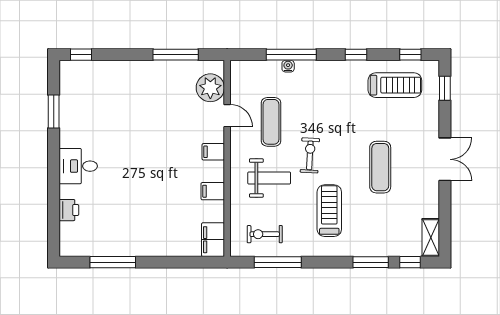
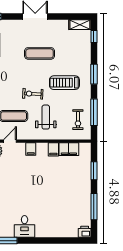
desk: (78, 166) -> (25, 226), moved
printer: (69, 210) -> (85, 232), moved
filing cabinet: (213, 240) -> (69, 149), moved
window: (175, 262) -> (94, 171), added
window: (371, 262) -> (94, 74), moved

